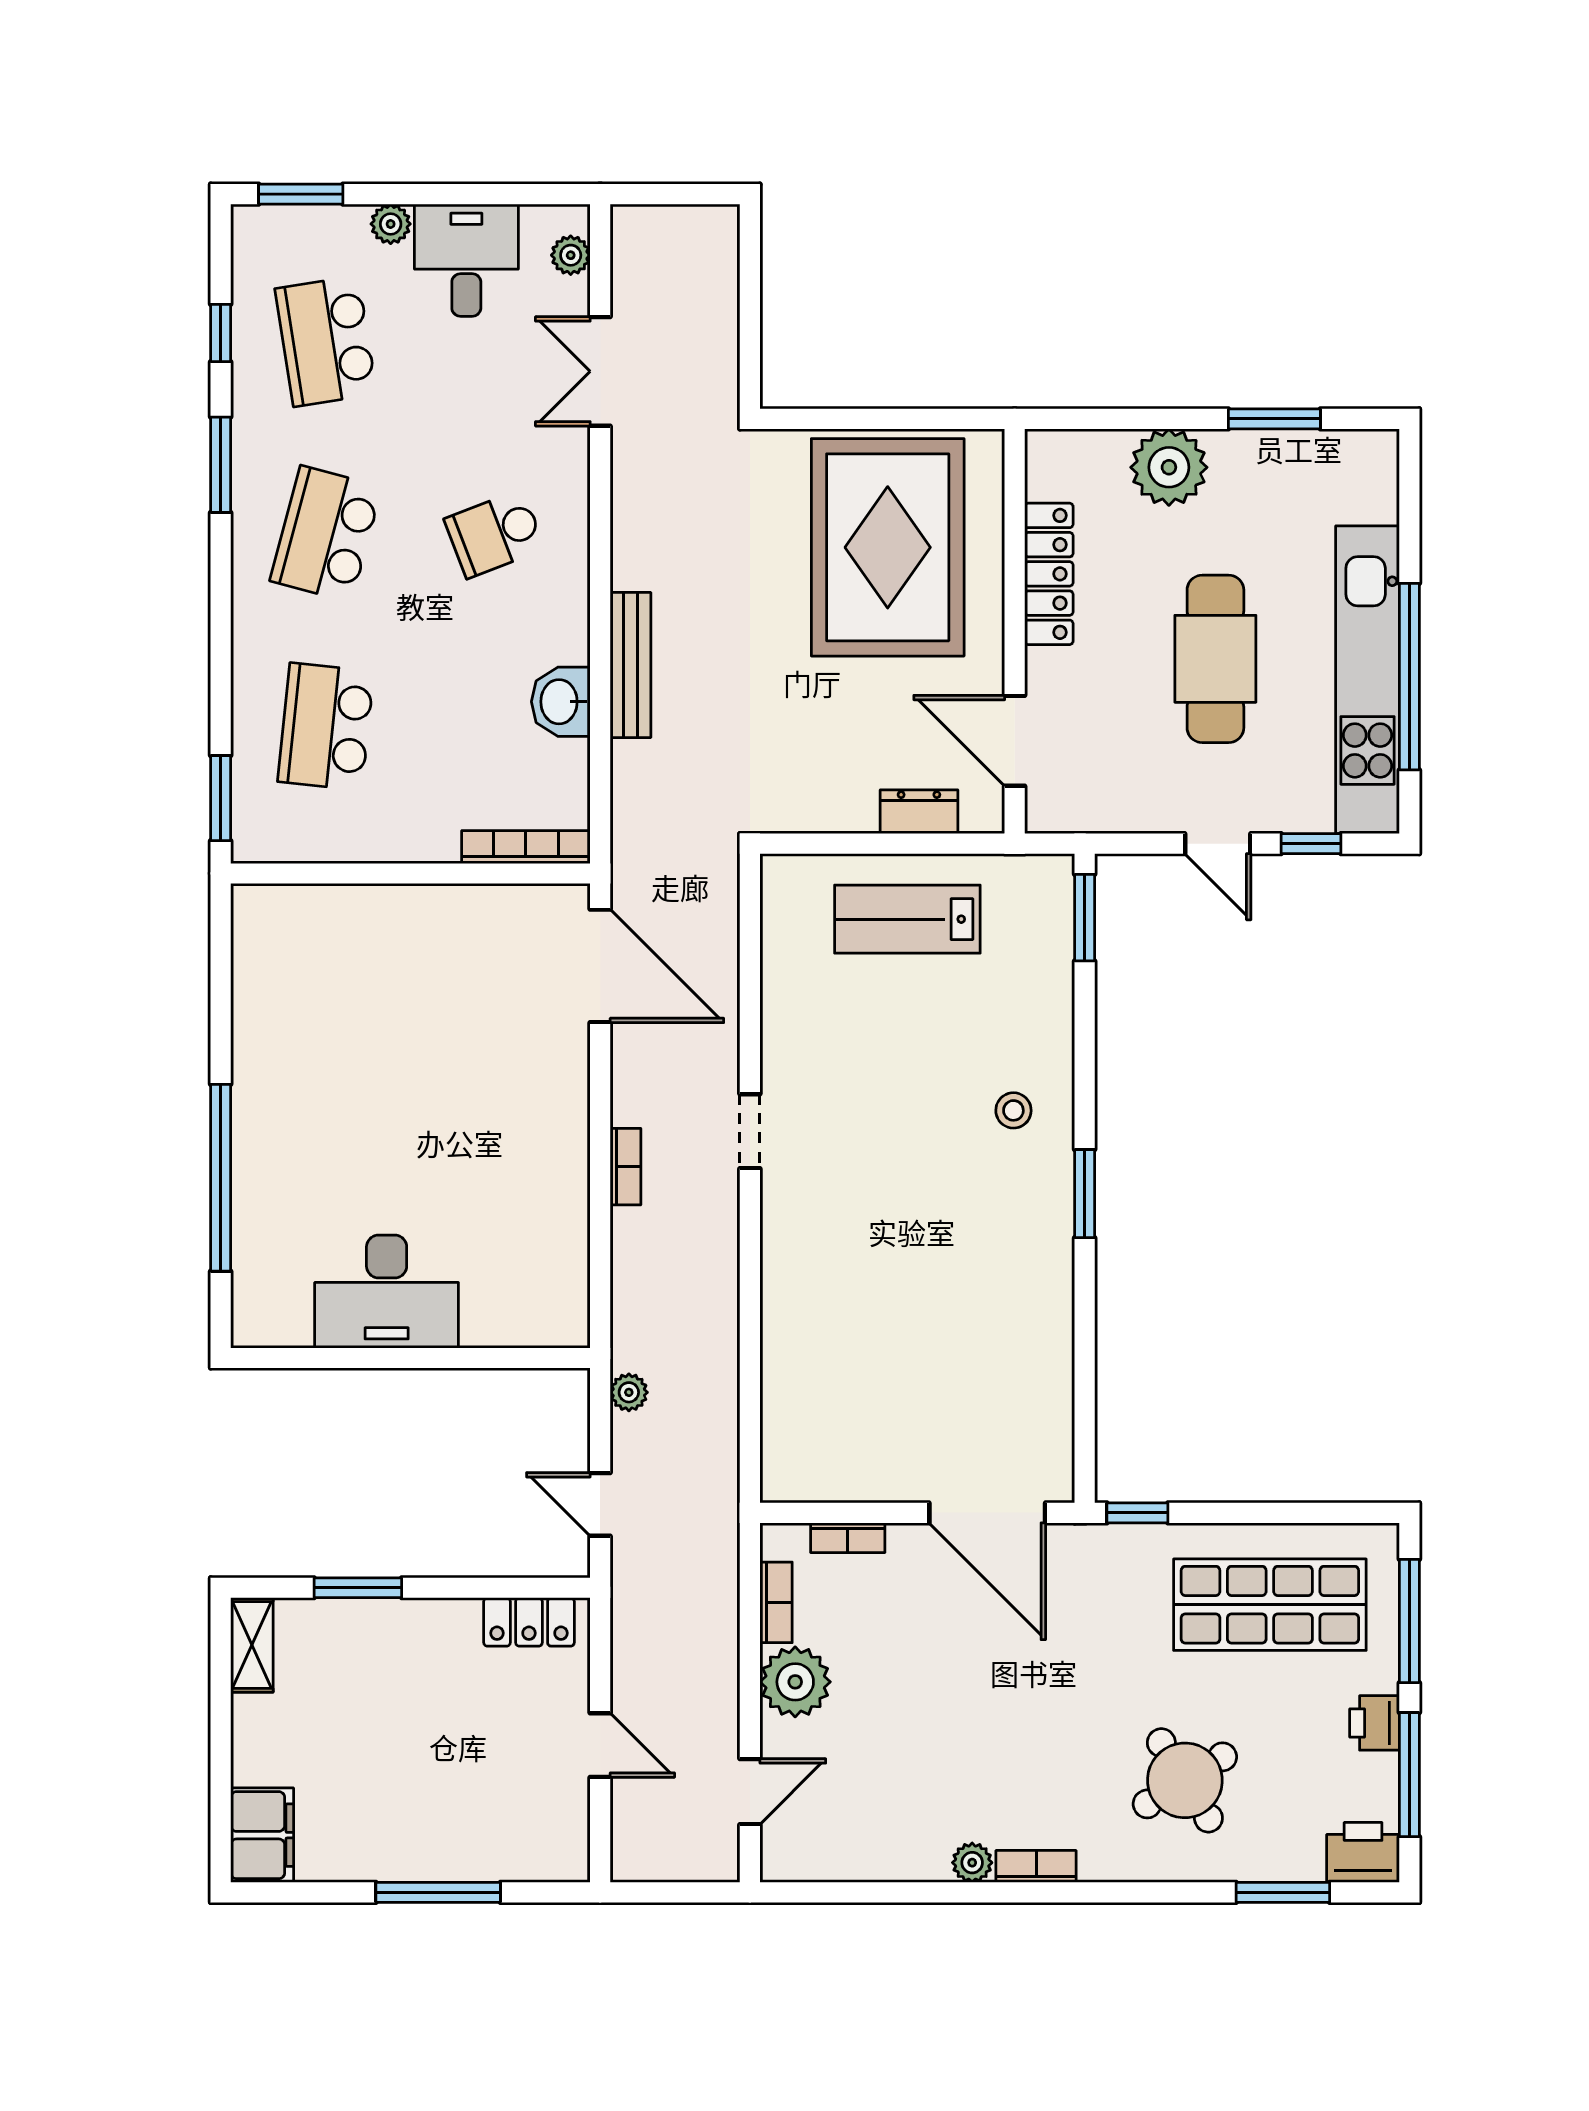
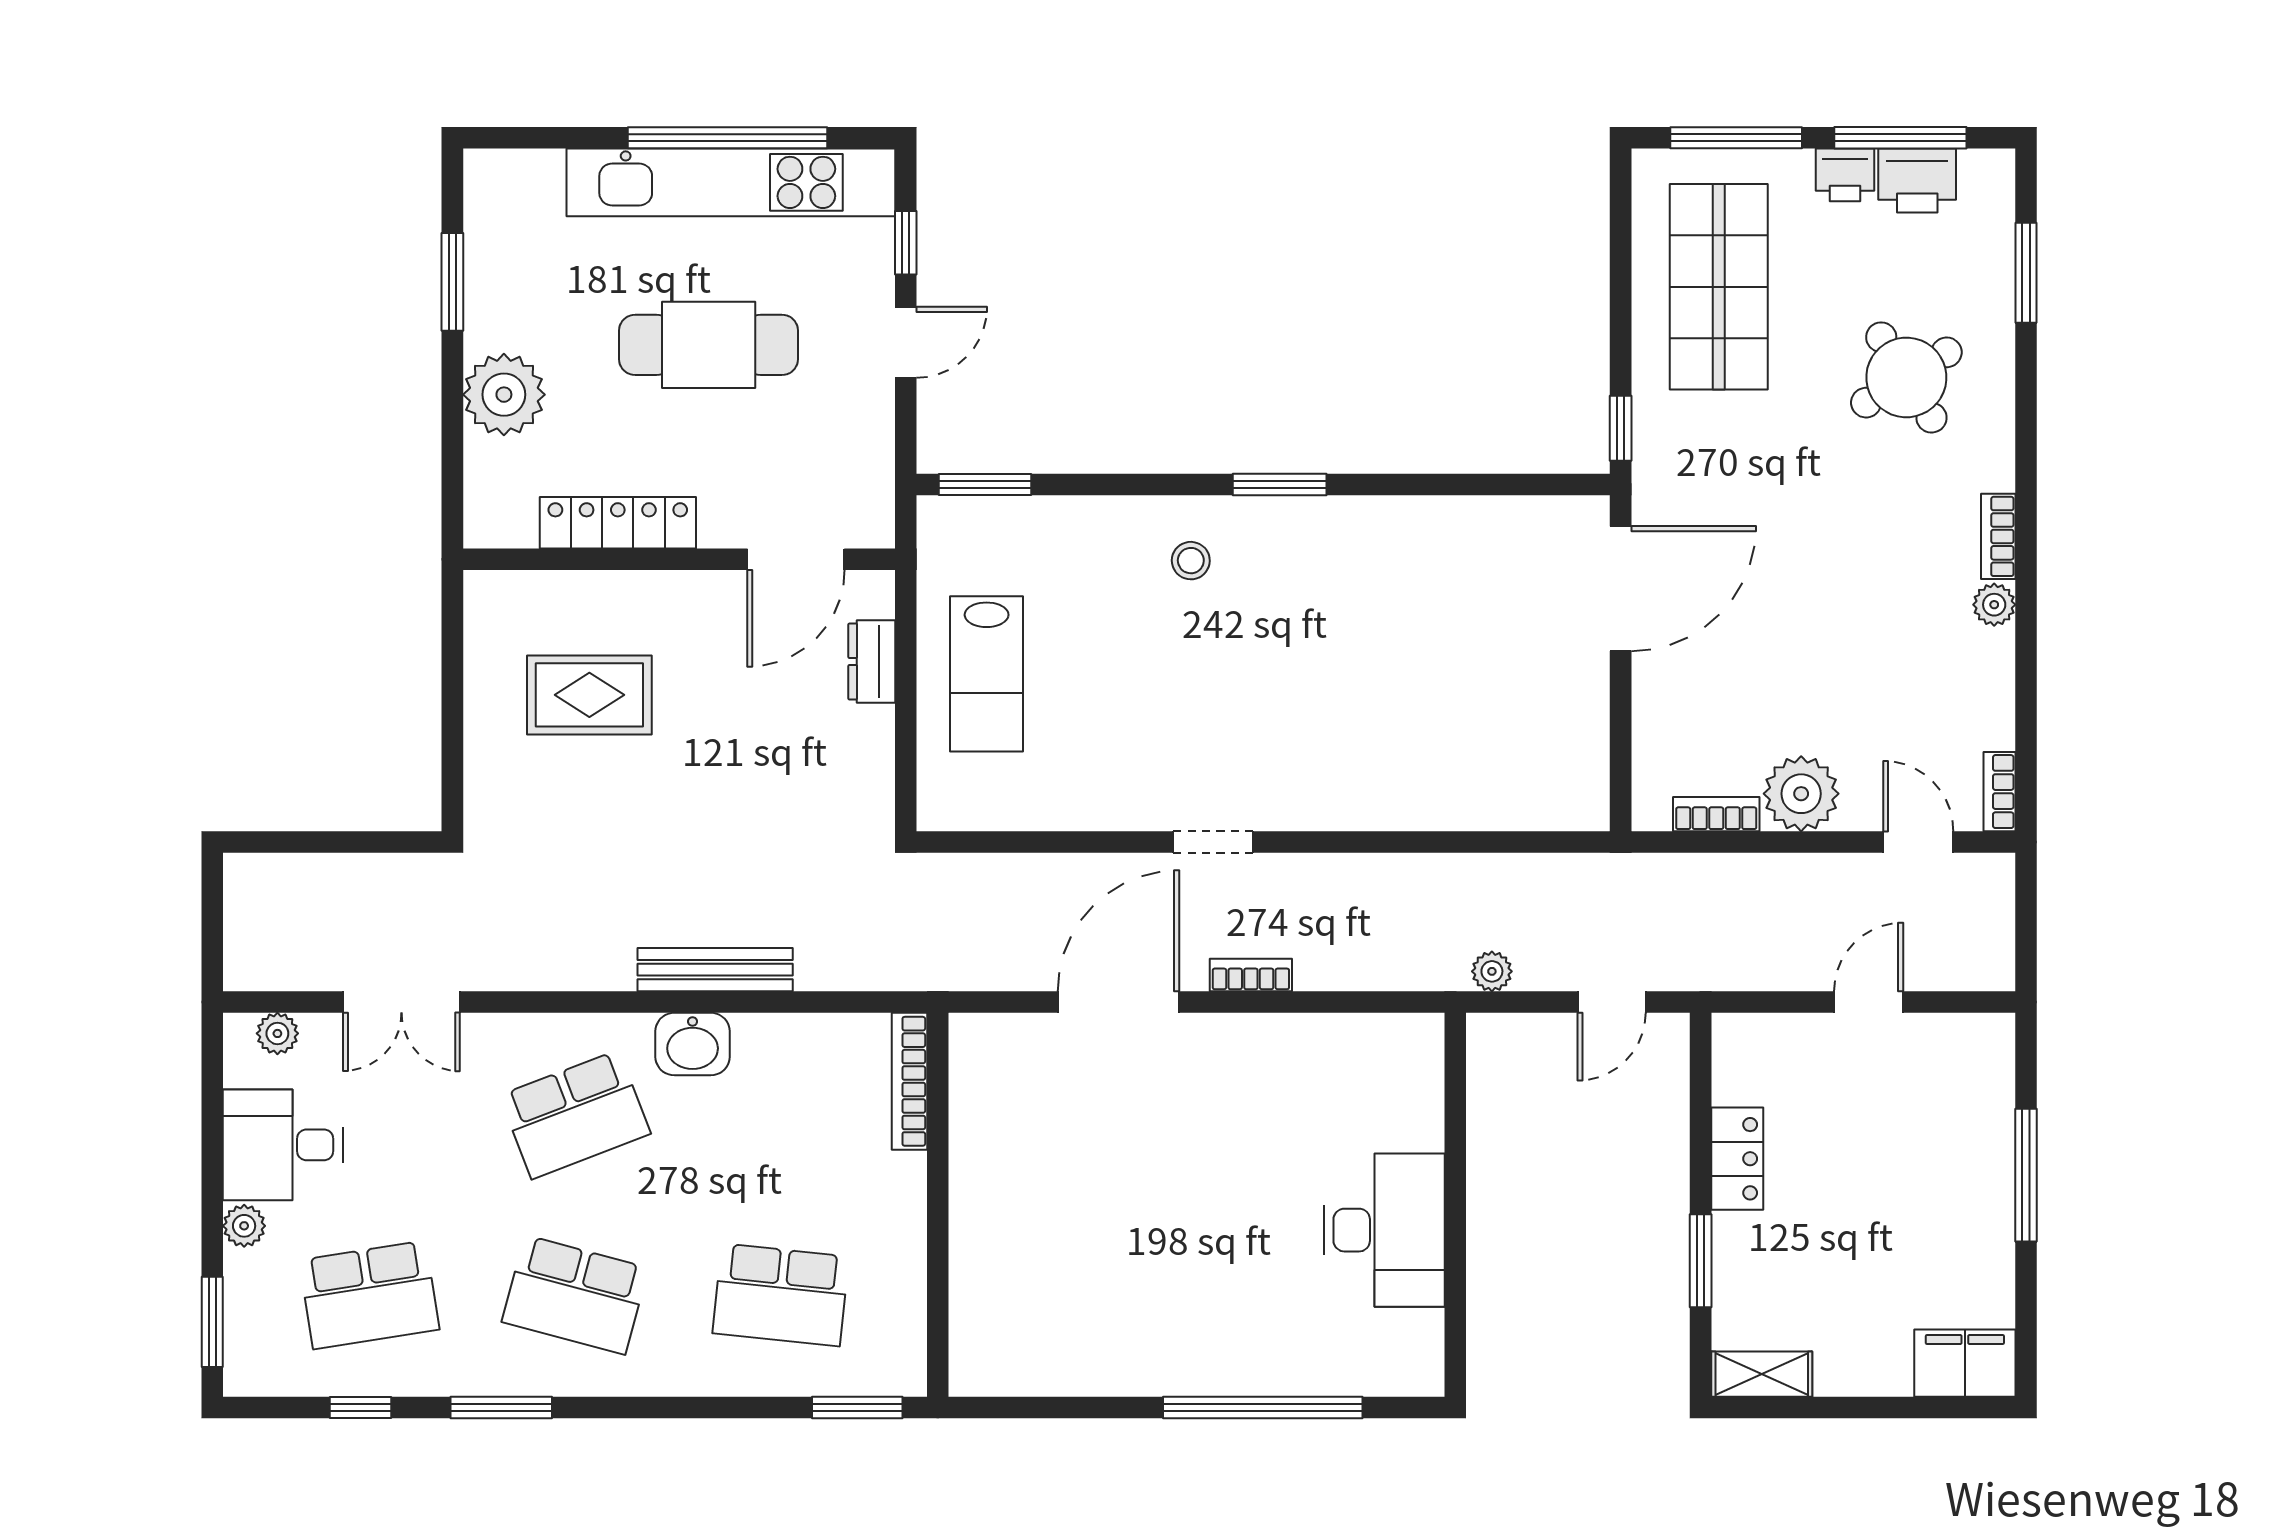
school desk: (495, 534) -> (575, 1115), width x1.85
rug: (888, 547) -> (589, 695), width x0.54, depth x0.49
washbasin: (561, 702) -> (693, 1044), moved
door: (600, 966) -> (1118, 1002), moved
bookcase: (848, 1538) -> (1999, 792), moved, turned 180
locker: (529, 1622) -> (1737, 1159), moved
printer: (1363, 1852) -> (1917, 181), moved, turned -90

